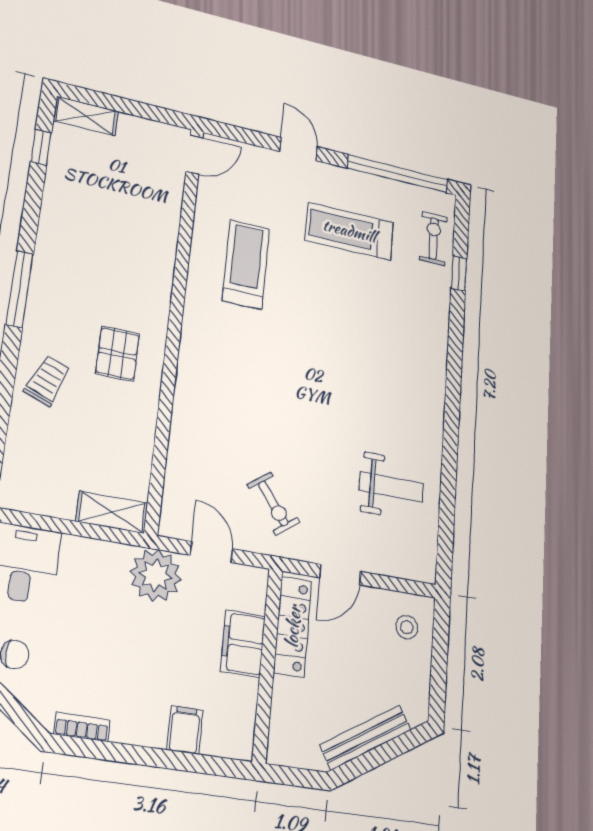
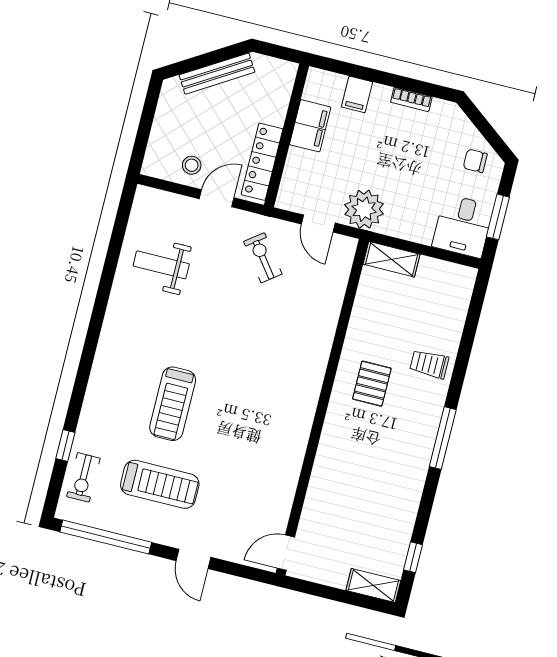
treadmill: (246, 265) -> (173, 404), moved
trolley: (47, 380) -> (429, 364), turned 69
stool: (407, 627) -> (192, 165), moved
filing cabinet: (243, 644) -> (310, 126), moved
bookcase: (82, 727) -> (411, 99), moved

